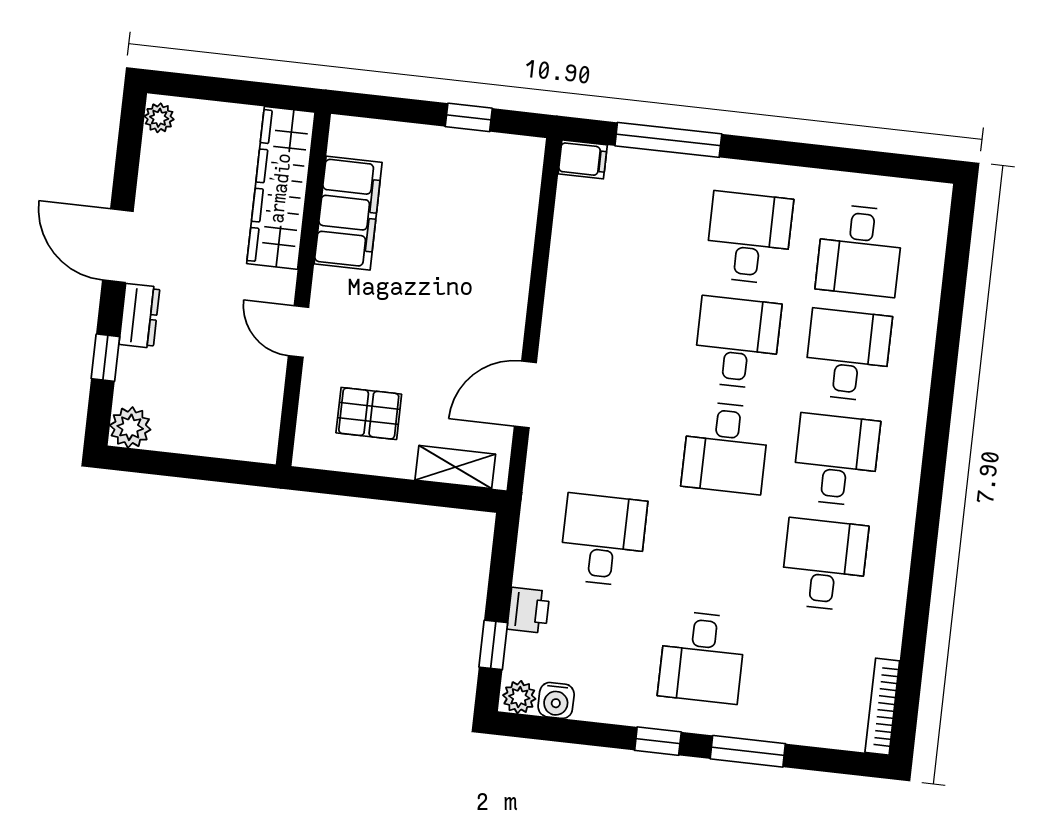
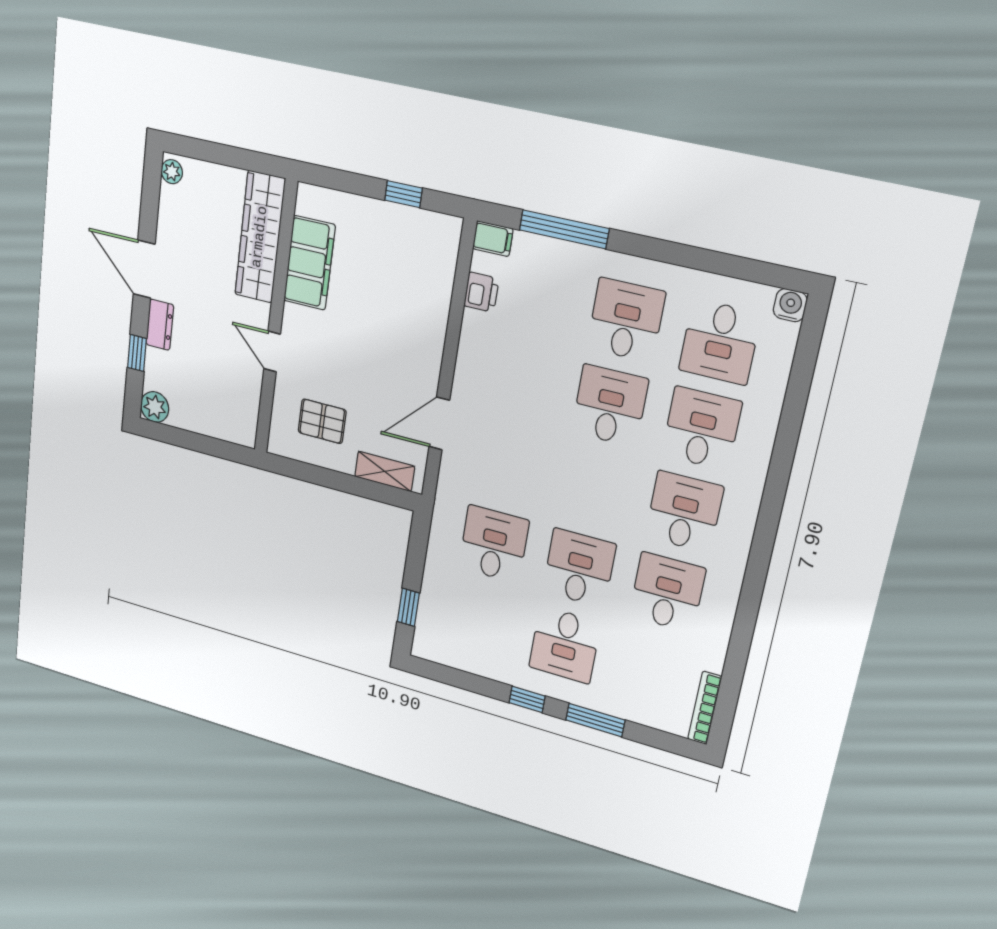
desk: (726, 447) -> (579, 568), moved, turned 180
printer: (528, 610) -> (481, 292), moved
plant: (519, 697) -> (426, 648), removed
water cooler: (556, 700) -> (790, 305), moved, turned 180

